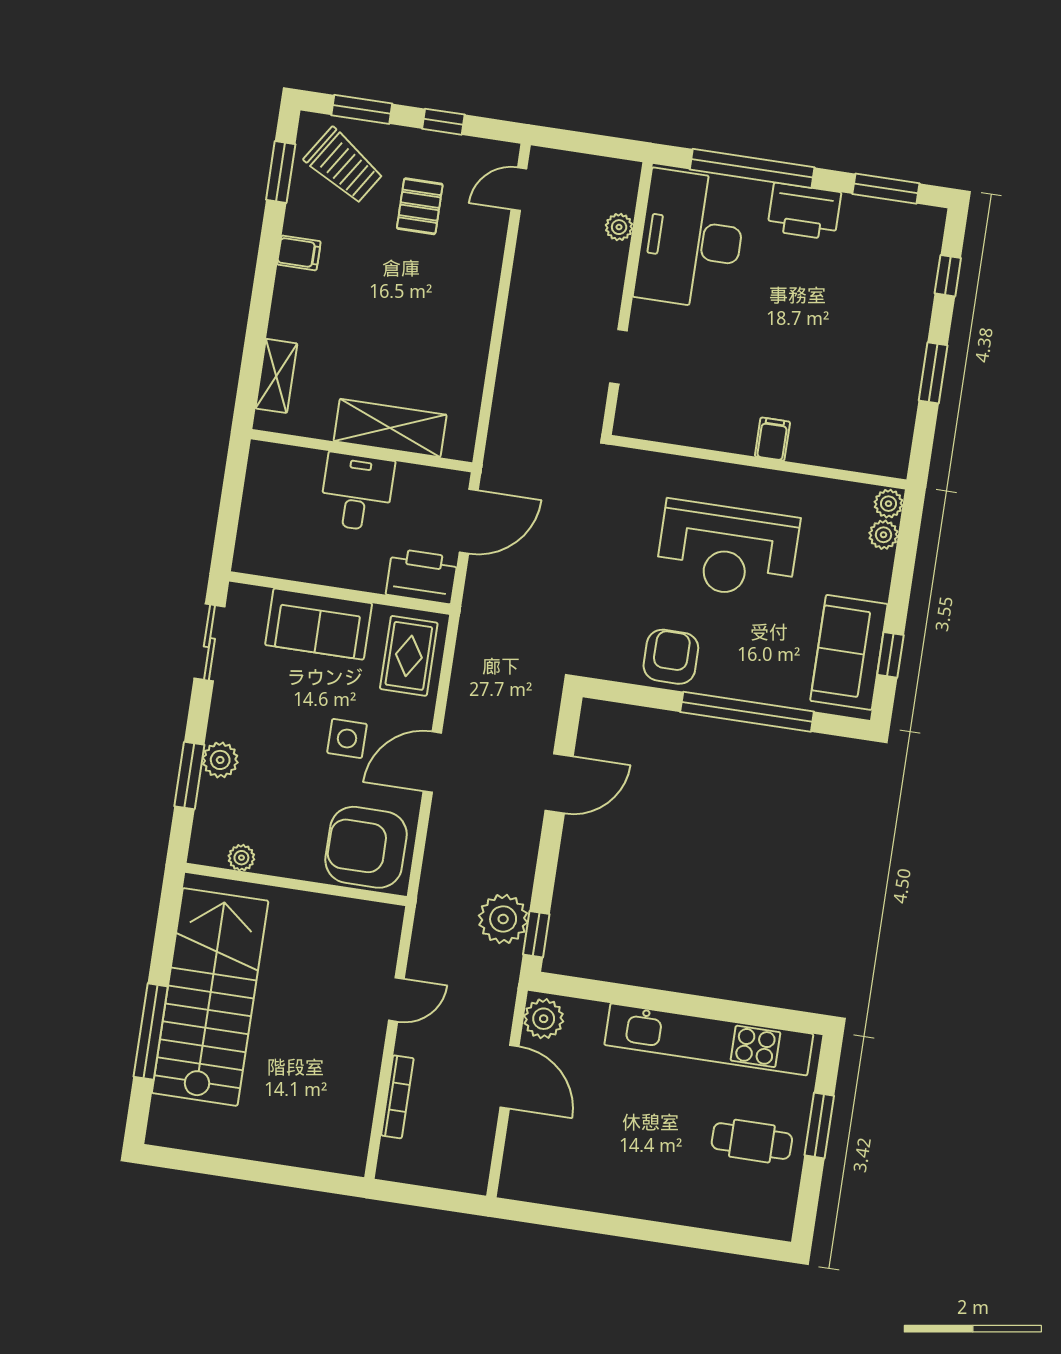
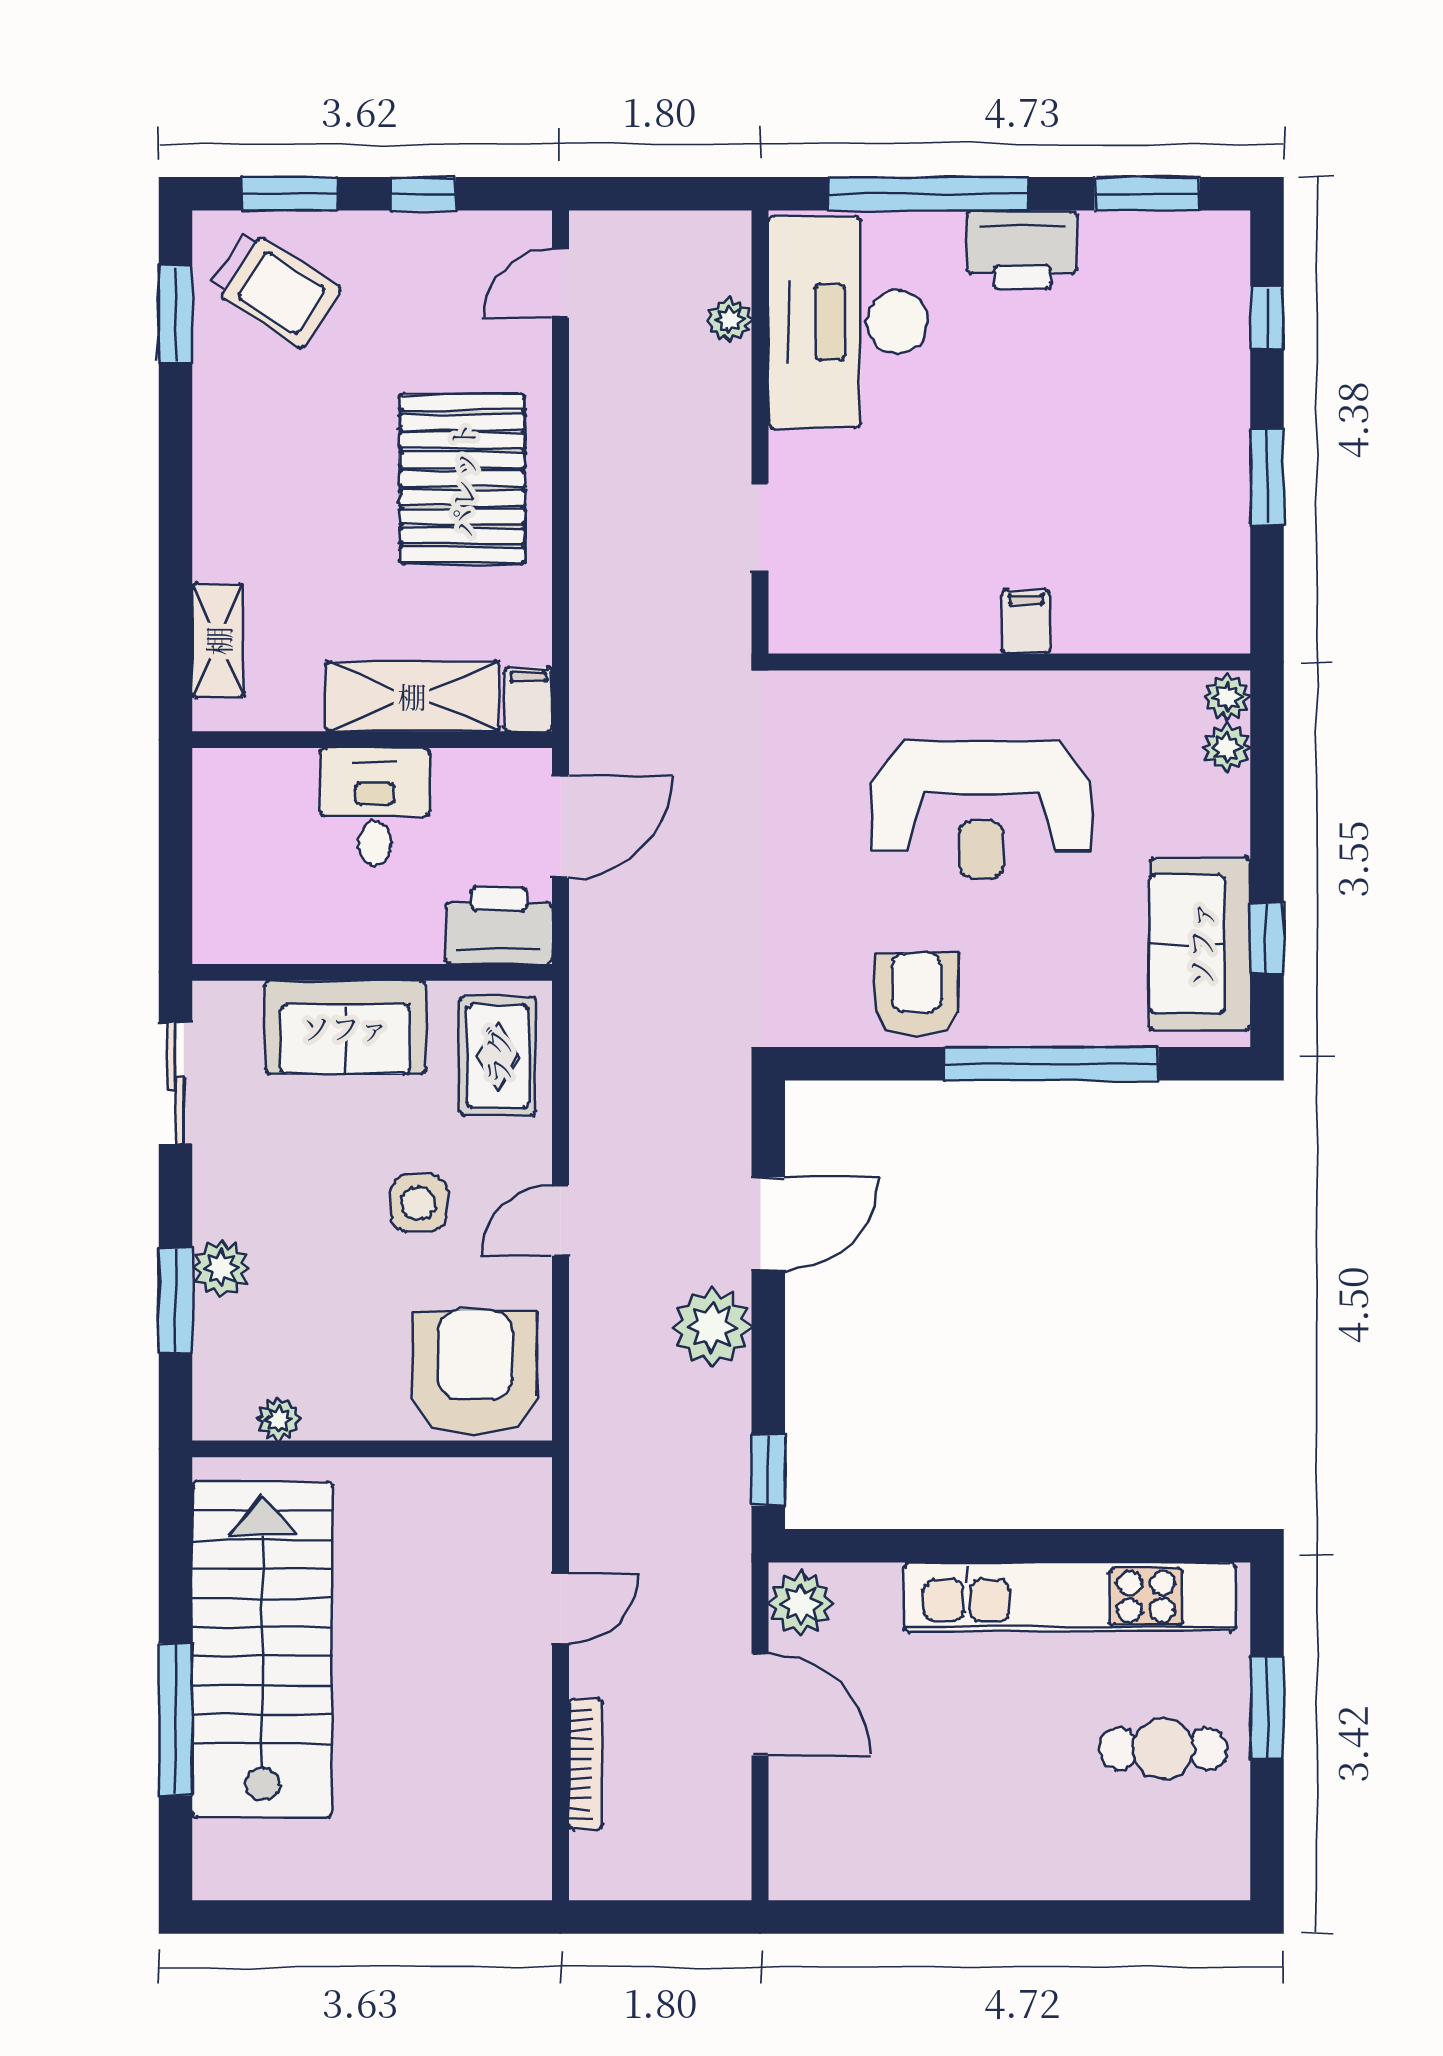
pallet: (420, 206) -> (462, 479), moved, width x2.05, depth x2.00
filing cabinet: (299, 253) -> (528, 699), moved, turned -90
door: (432, 762) -> (561, 1220), width x0.73
armchair: (366, 847) -> (475, 1373), turned 90
plant: (503, 919) -> (712, 1327), moved

